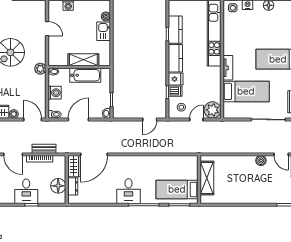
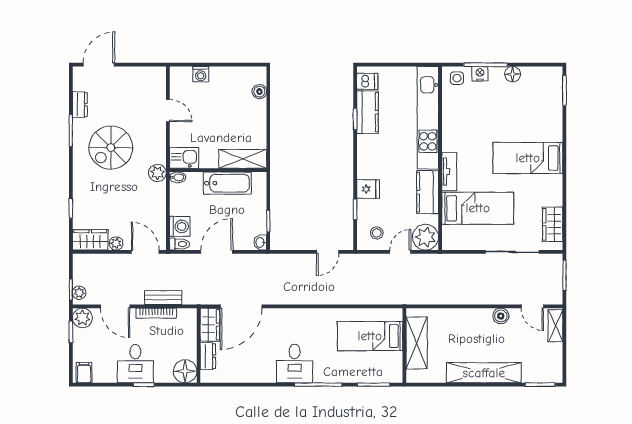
kitchen sink: (104, 31) -> (184, 158), moved, turned 90
kitchen counter: (175, 58) -> (428, 192), moved, turned 180
shelving: (83, 60) -> (243, 159), moved
dishwasher: (175, 91) -> (367, 81), moved
washing machine: (55, 93) -> (180, 226), moved
floor lamp: (58, 186) -> (185, 371), moved
bed: (177, 189) -> (370, 336), moved
shelving: (250, 197) -> (484, 373), added

